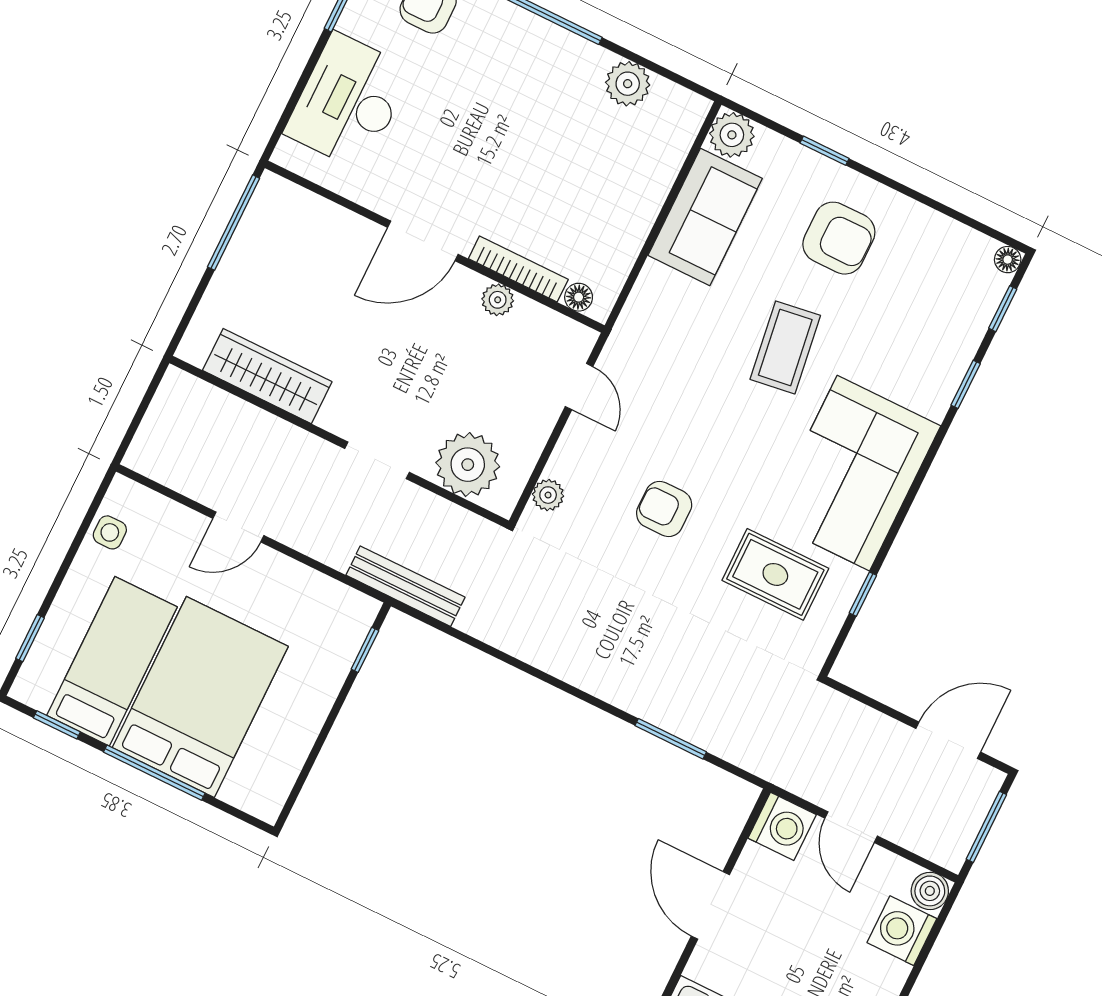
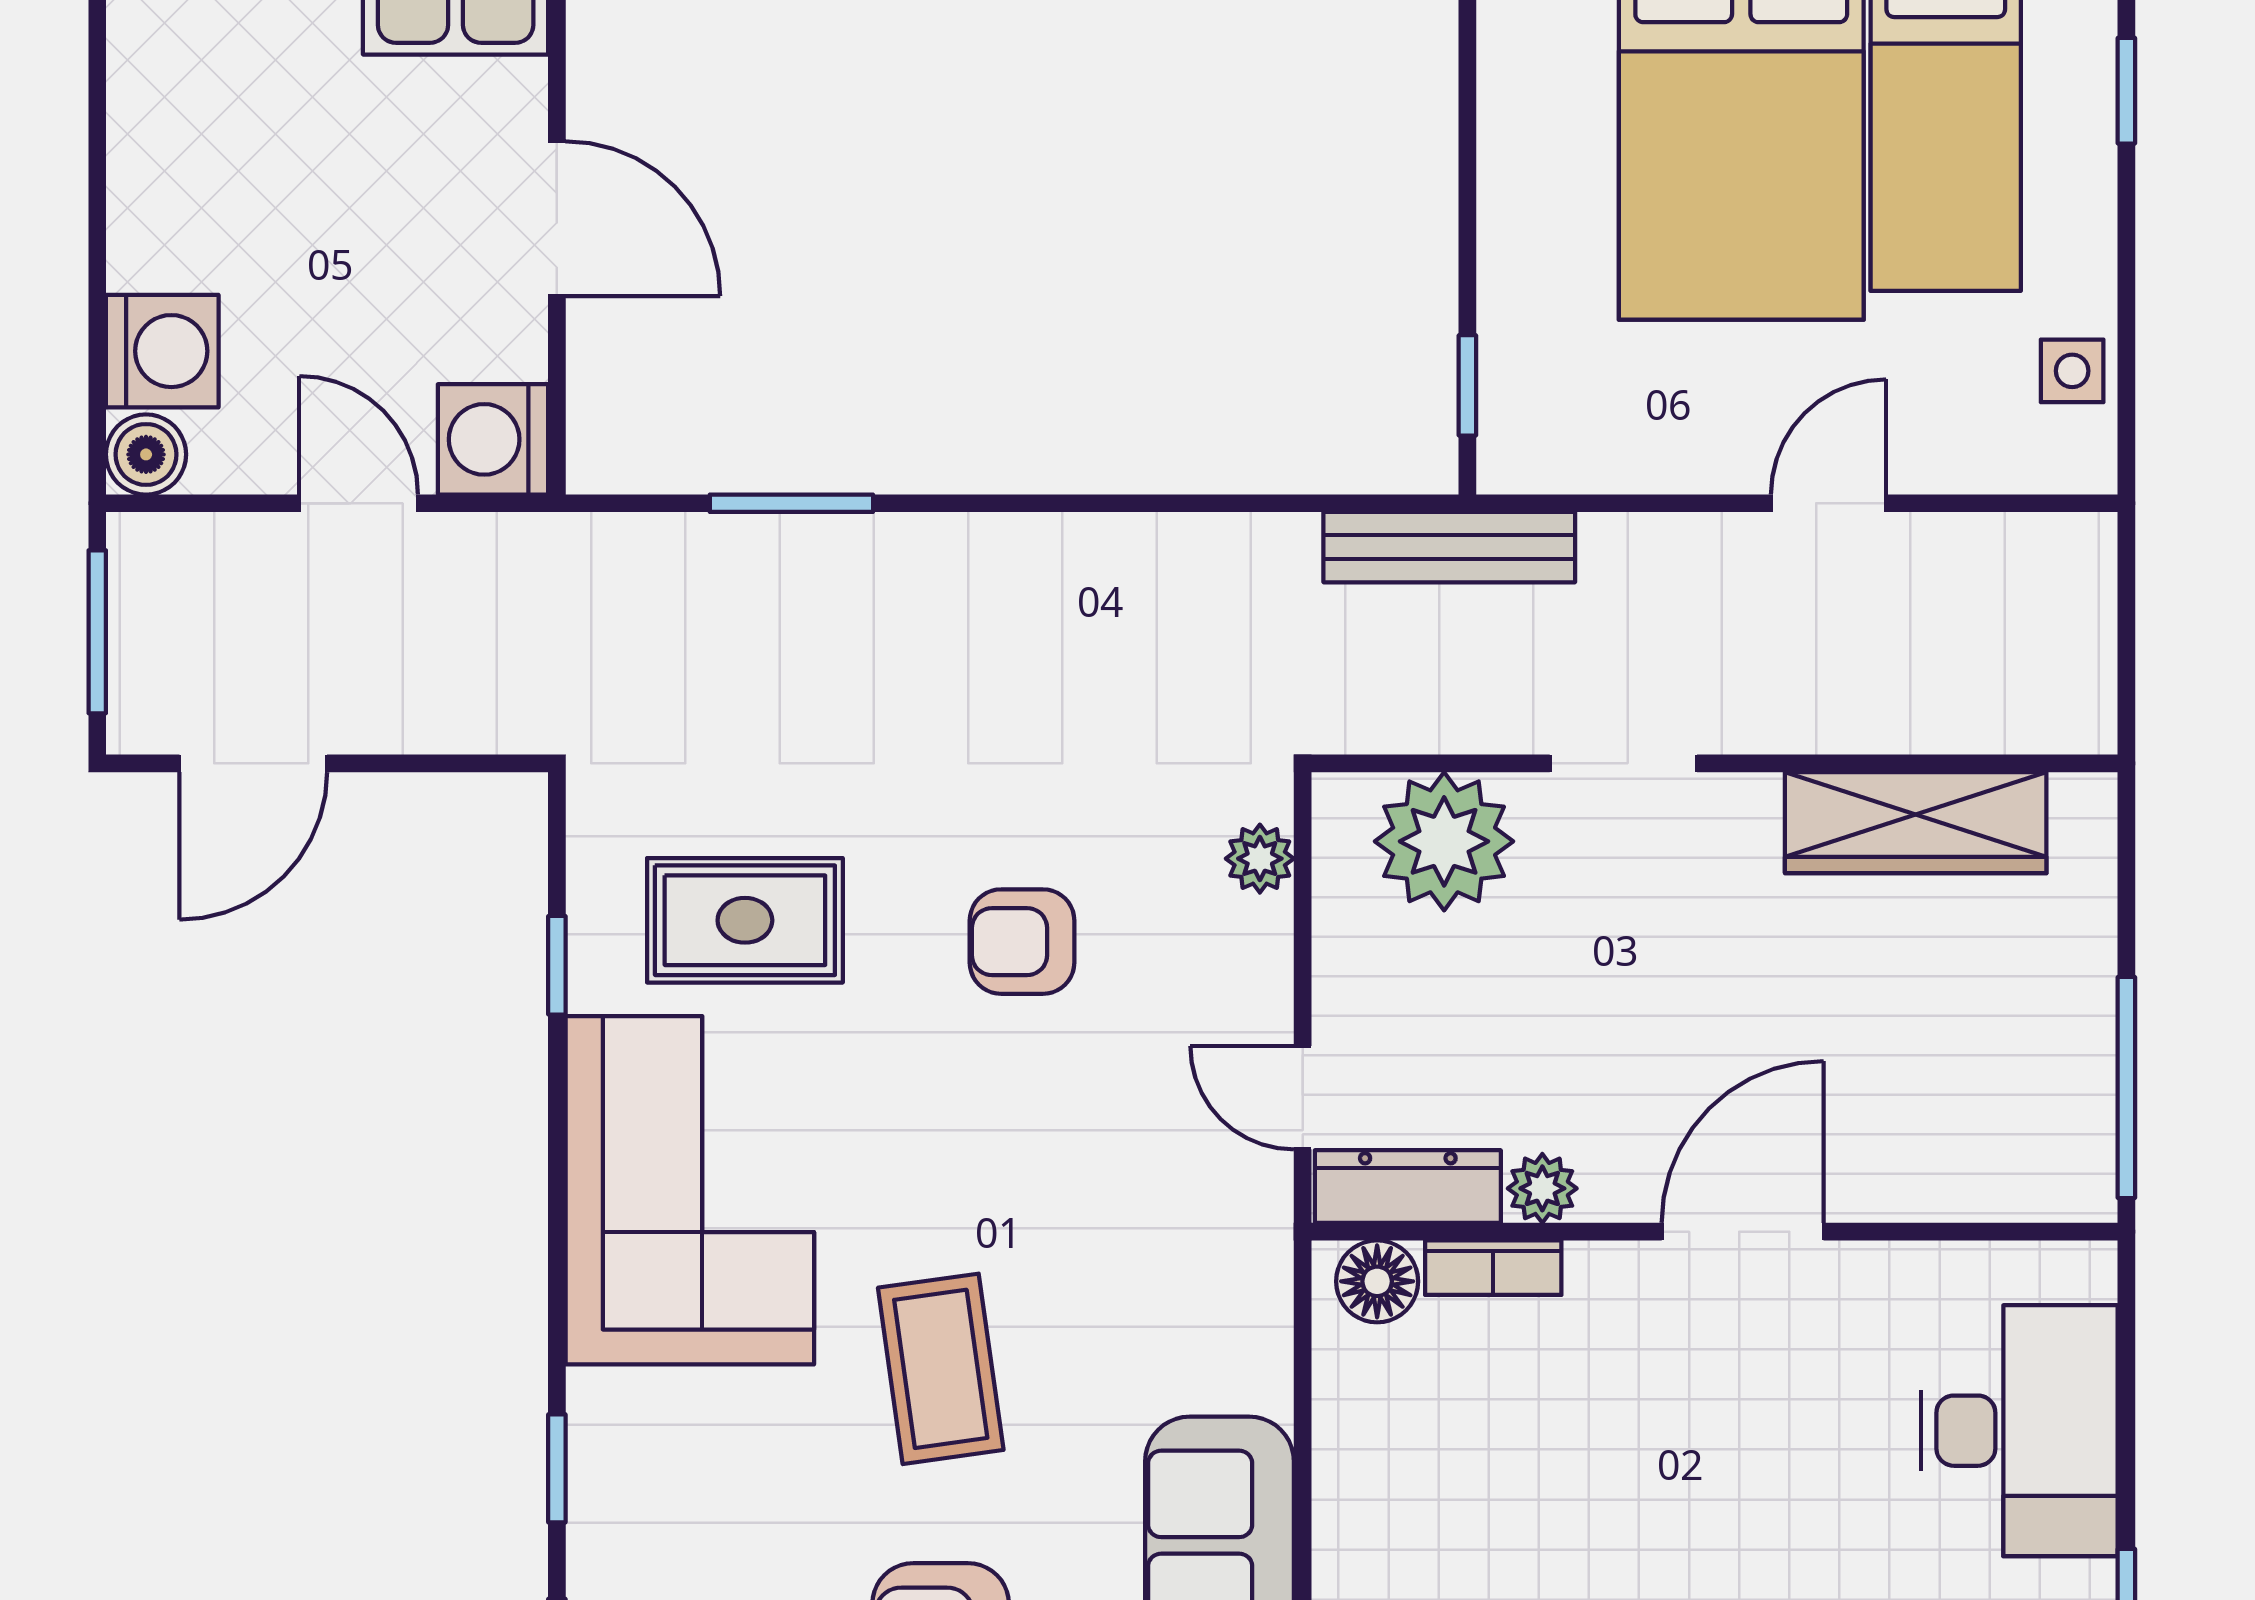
bookcase: (518, 269) -> (1493, 1268), width x0.64
floor lamp: (579, 297) -> (1377, 1281), width x1.37, depth x1.37
dresser: (553, 328) -> (1408, 1187), added
armchair: (664, 509) -> (1022, 942), turned 180

